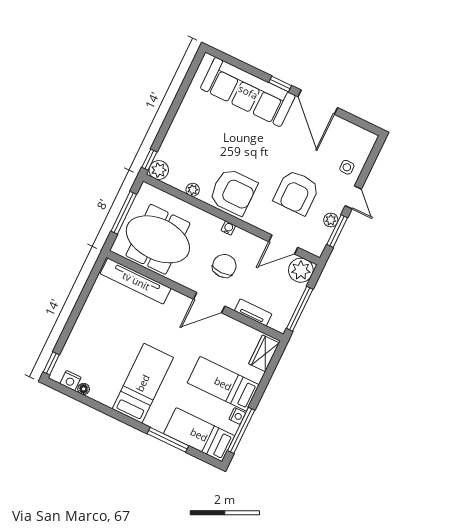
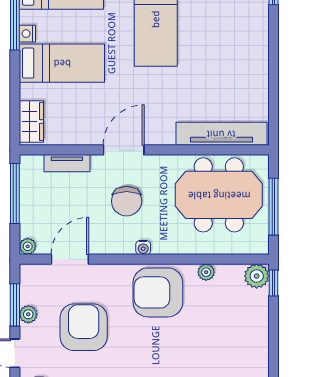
plant: (301, 270) -> (28, 246), width x0.53, depth x0.53

